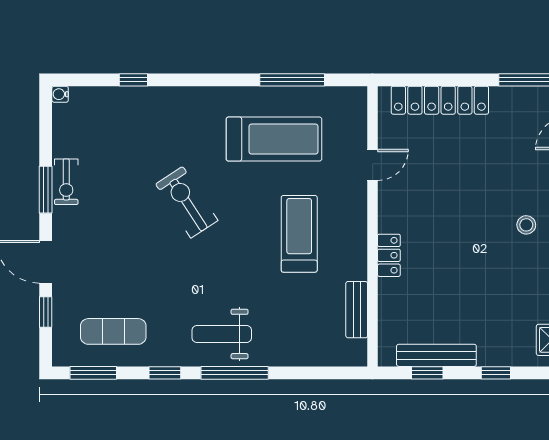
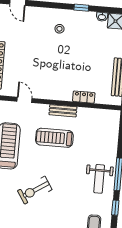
locker: (389, 255) -> (84, 97), moved
bench: (357, 310) -> (63, 111), moved

